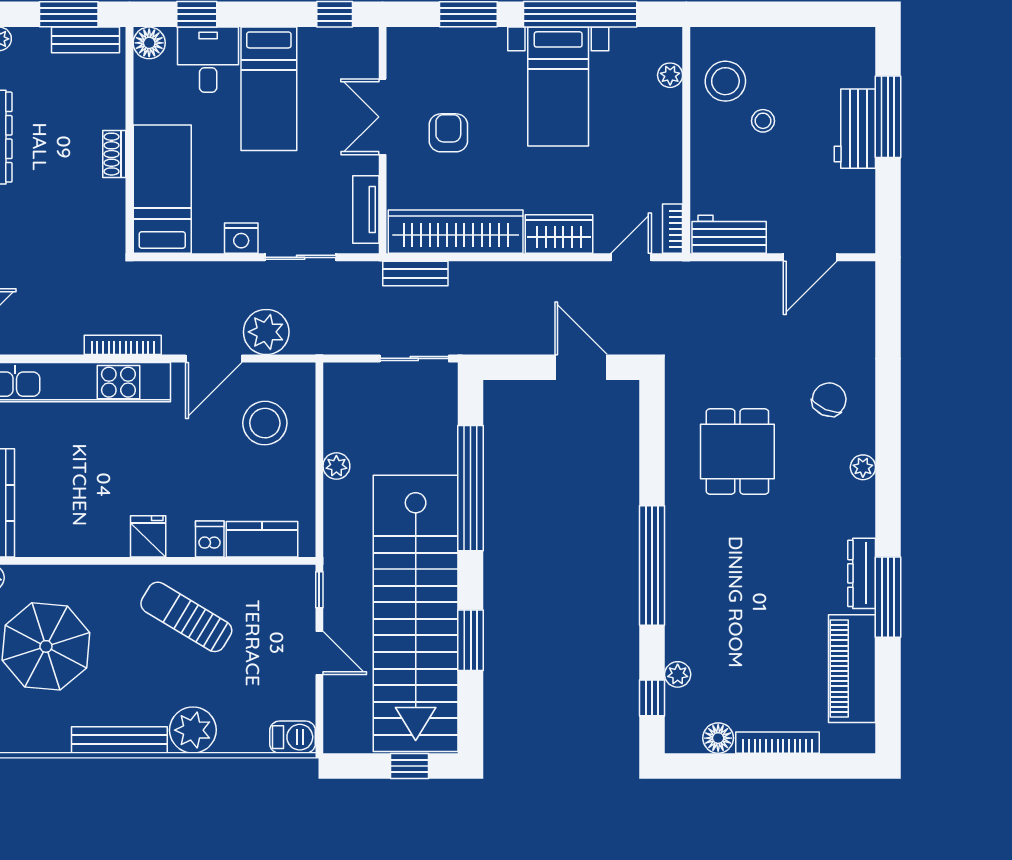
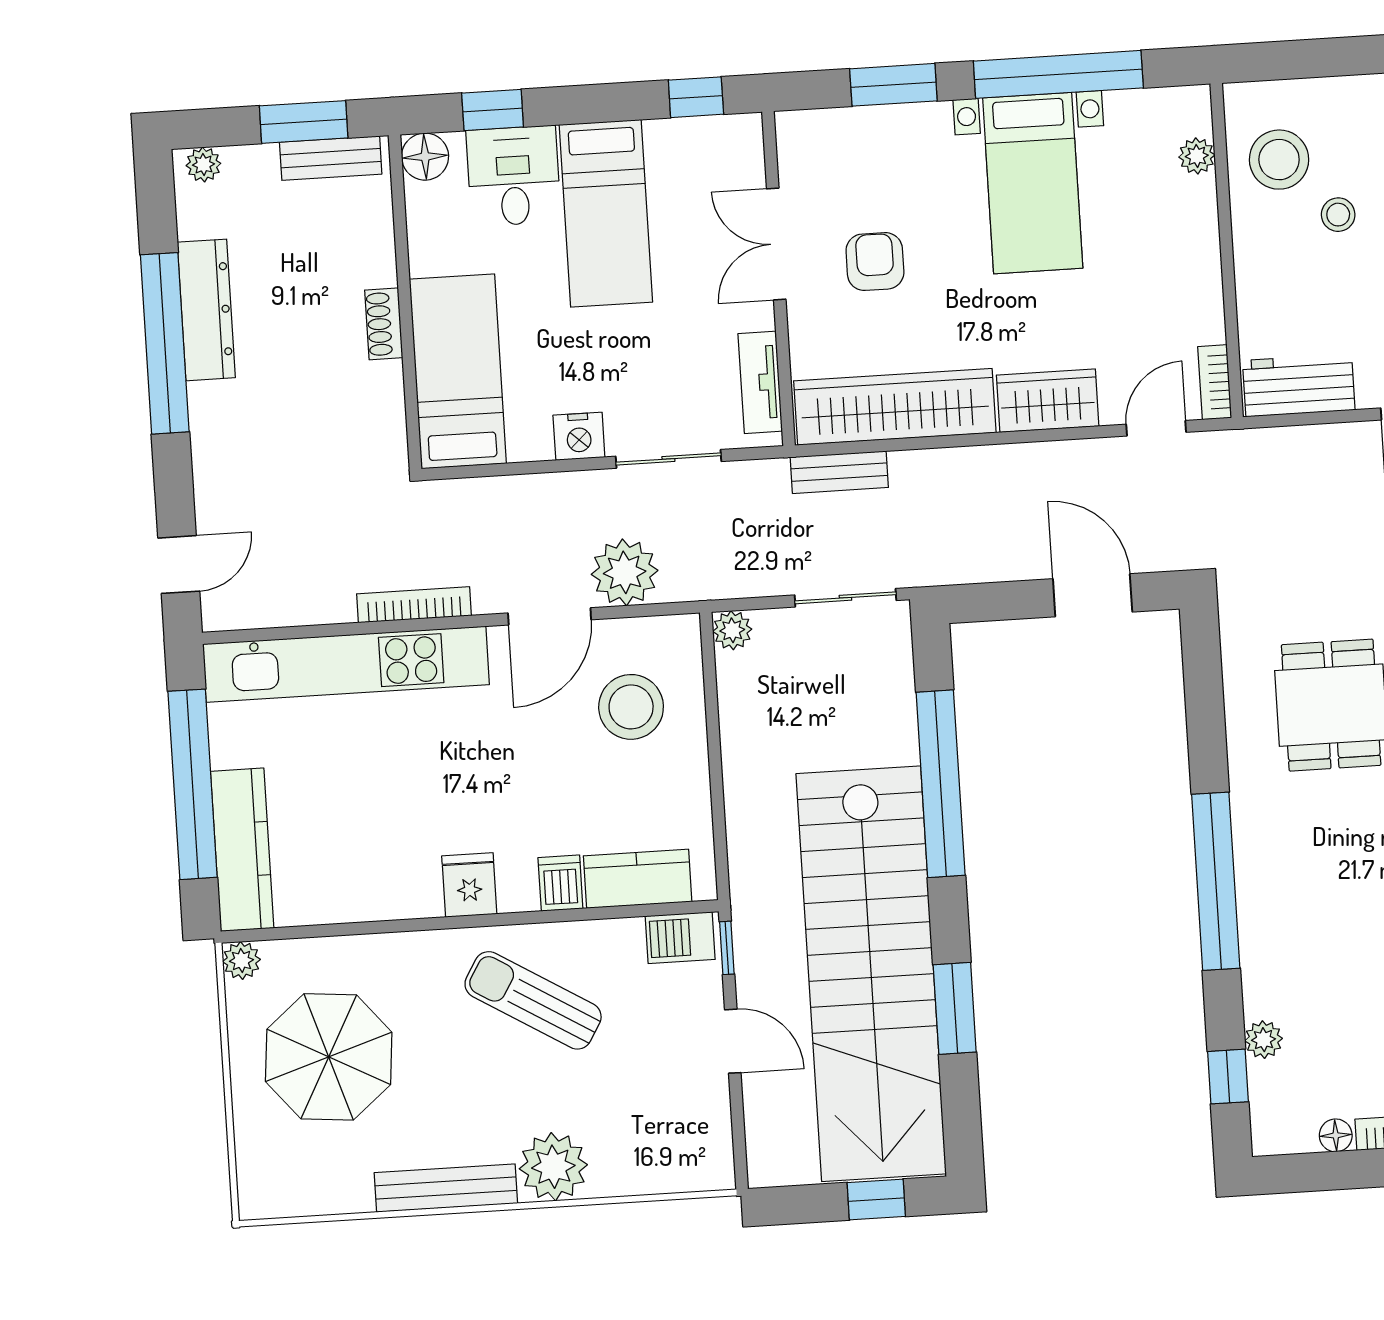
plant: (336, 466) -> (732, 630), moved
barbecue: (293, 737) -> (680, 938), moved, turned 180
floor lamp: (718, 738) -> (1336, 1135), width x0.73, depth x0.73

